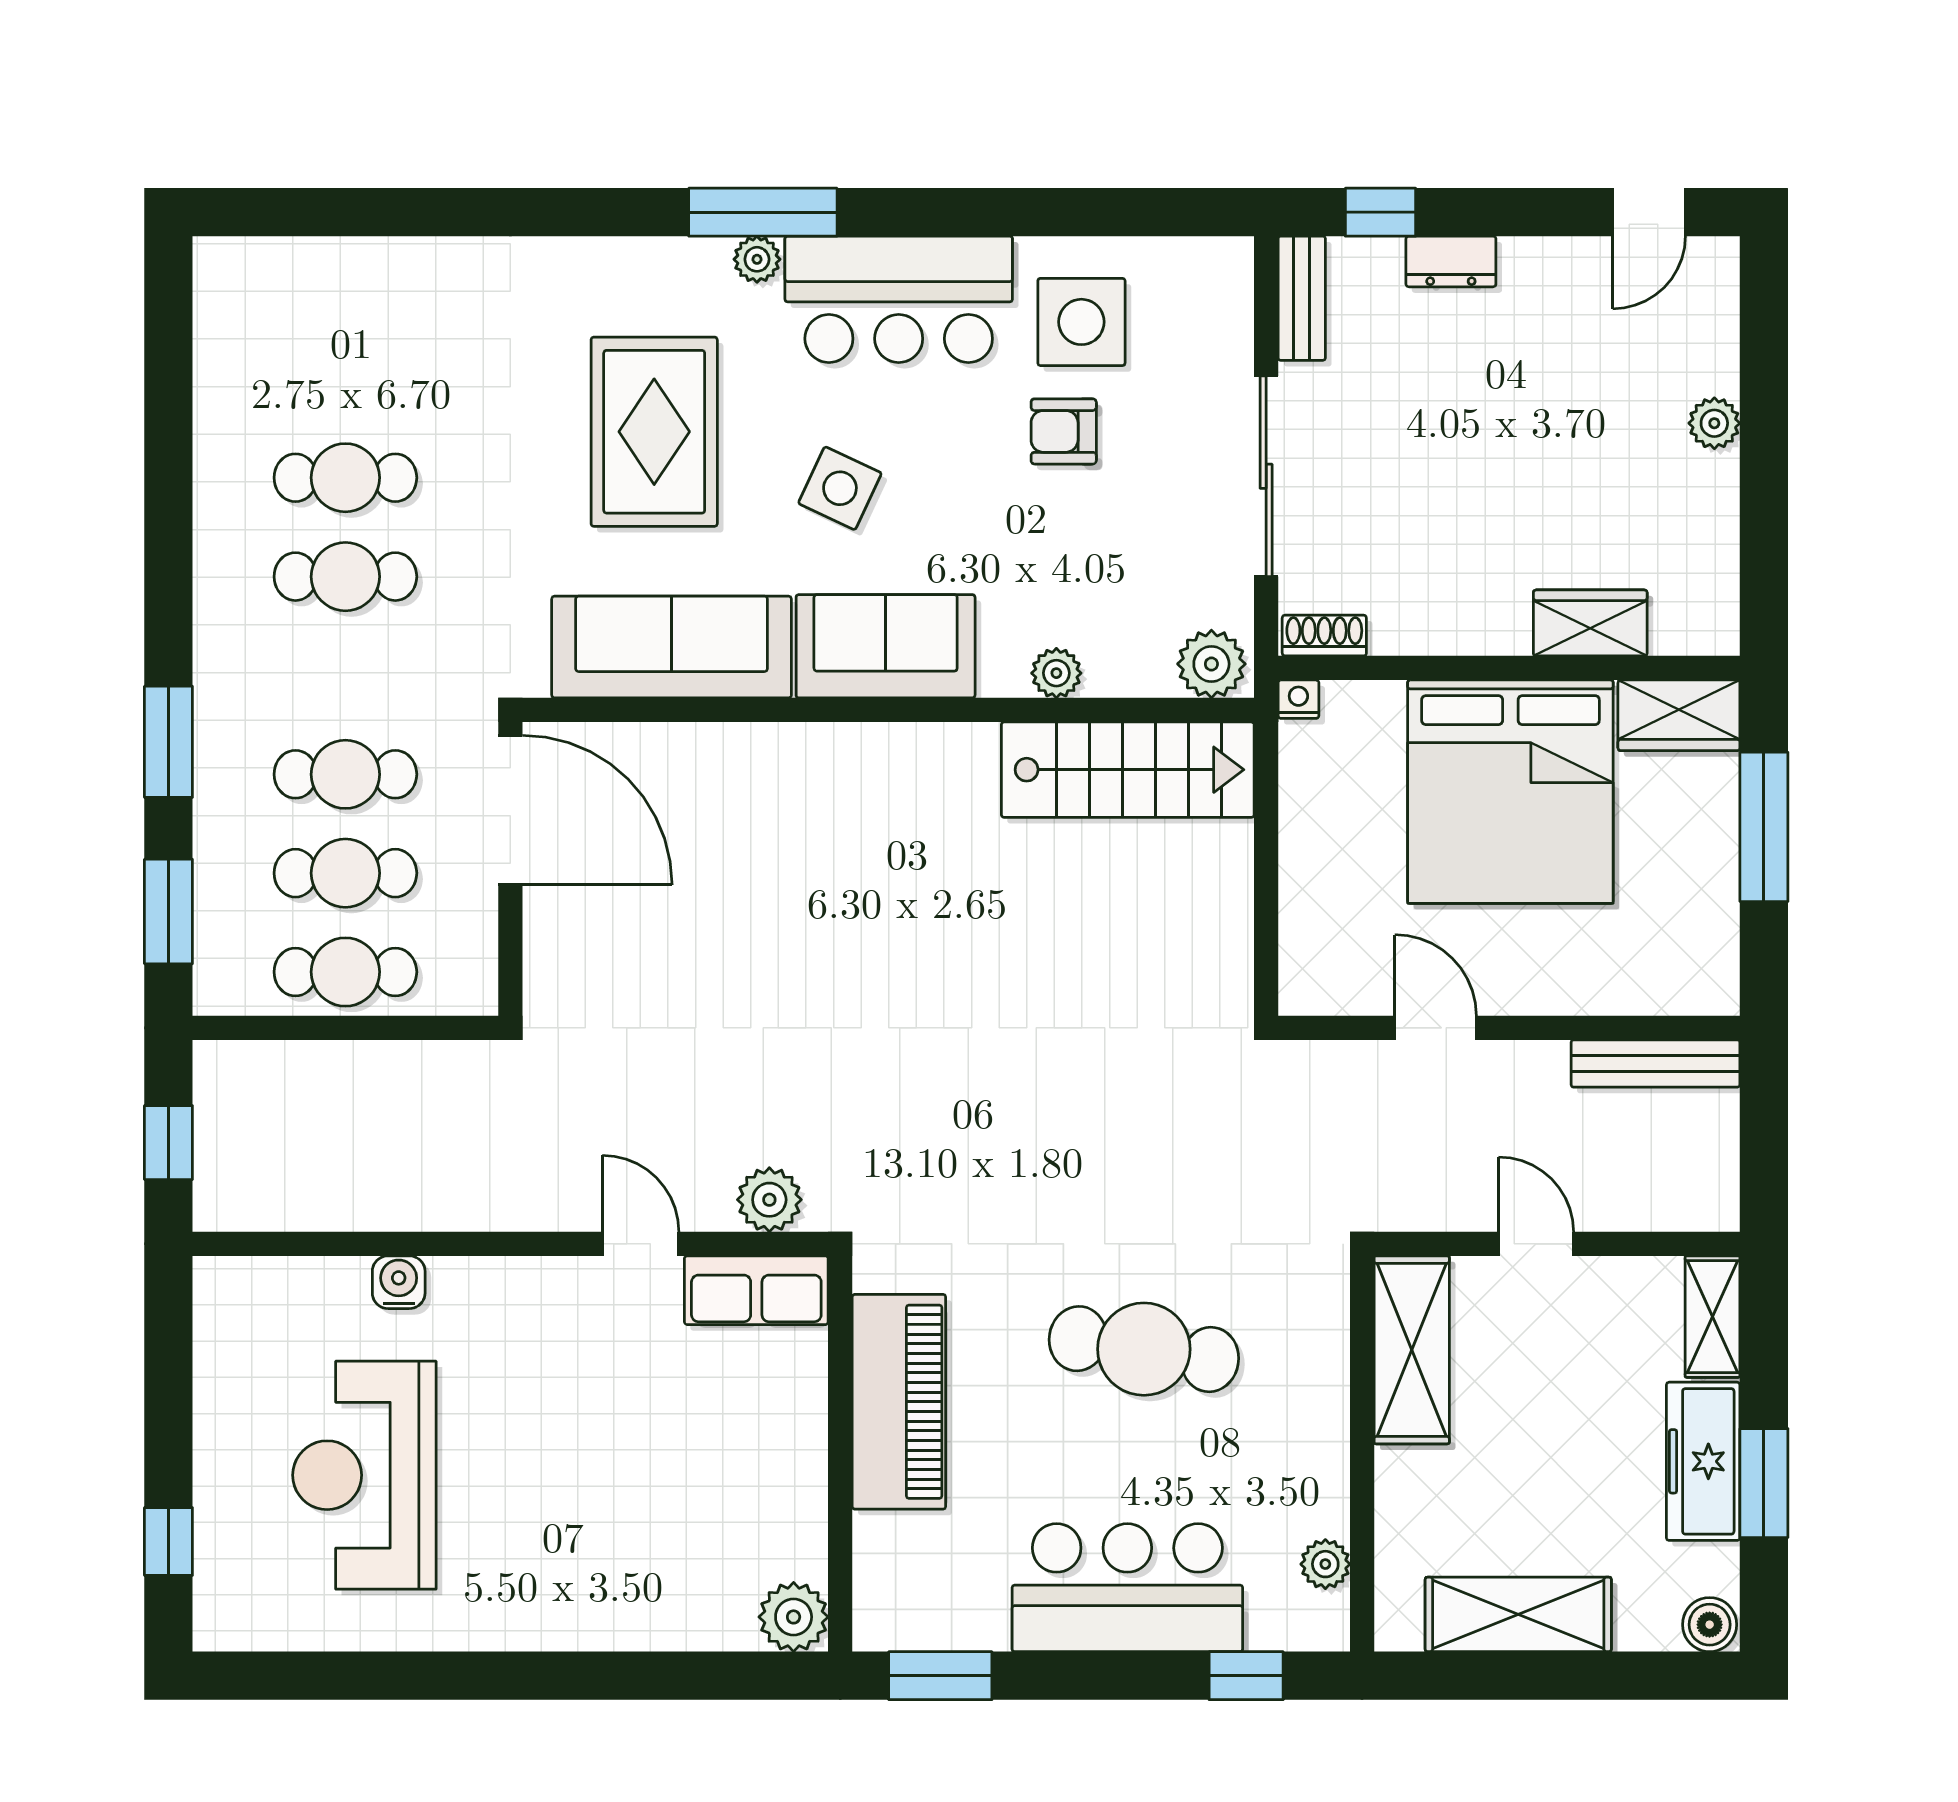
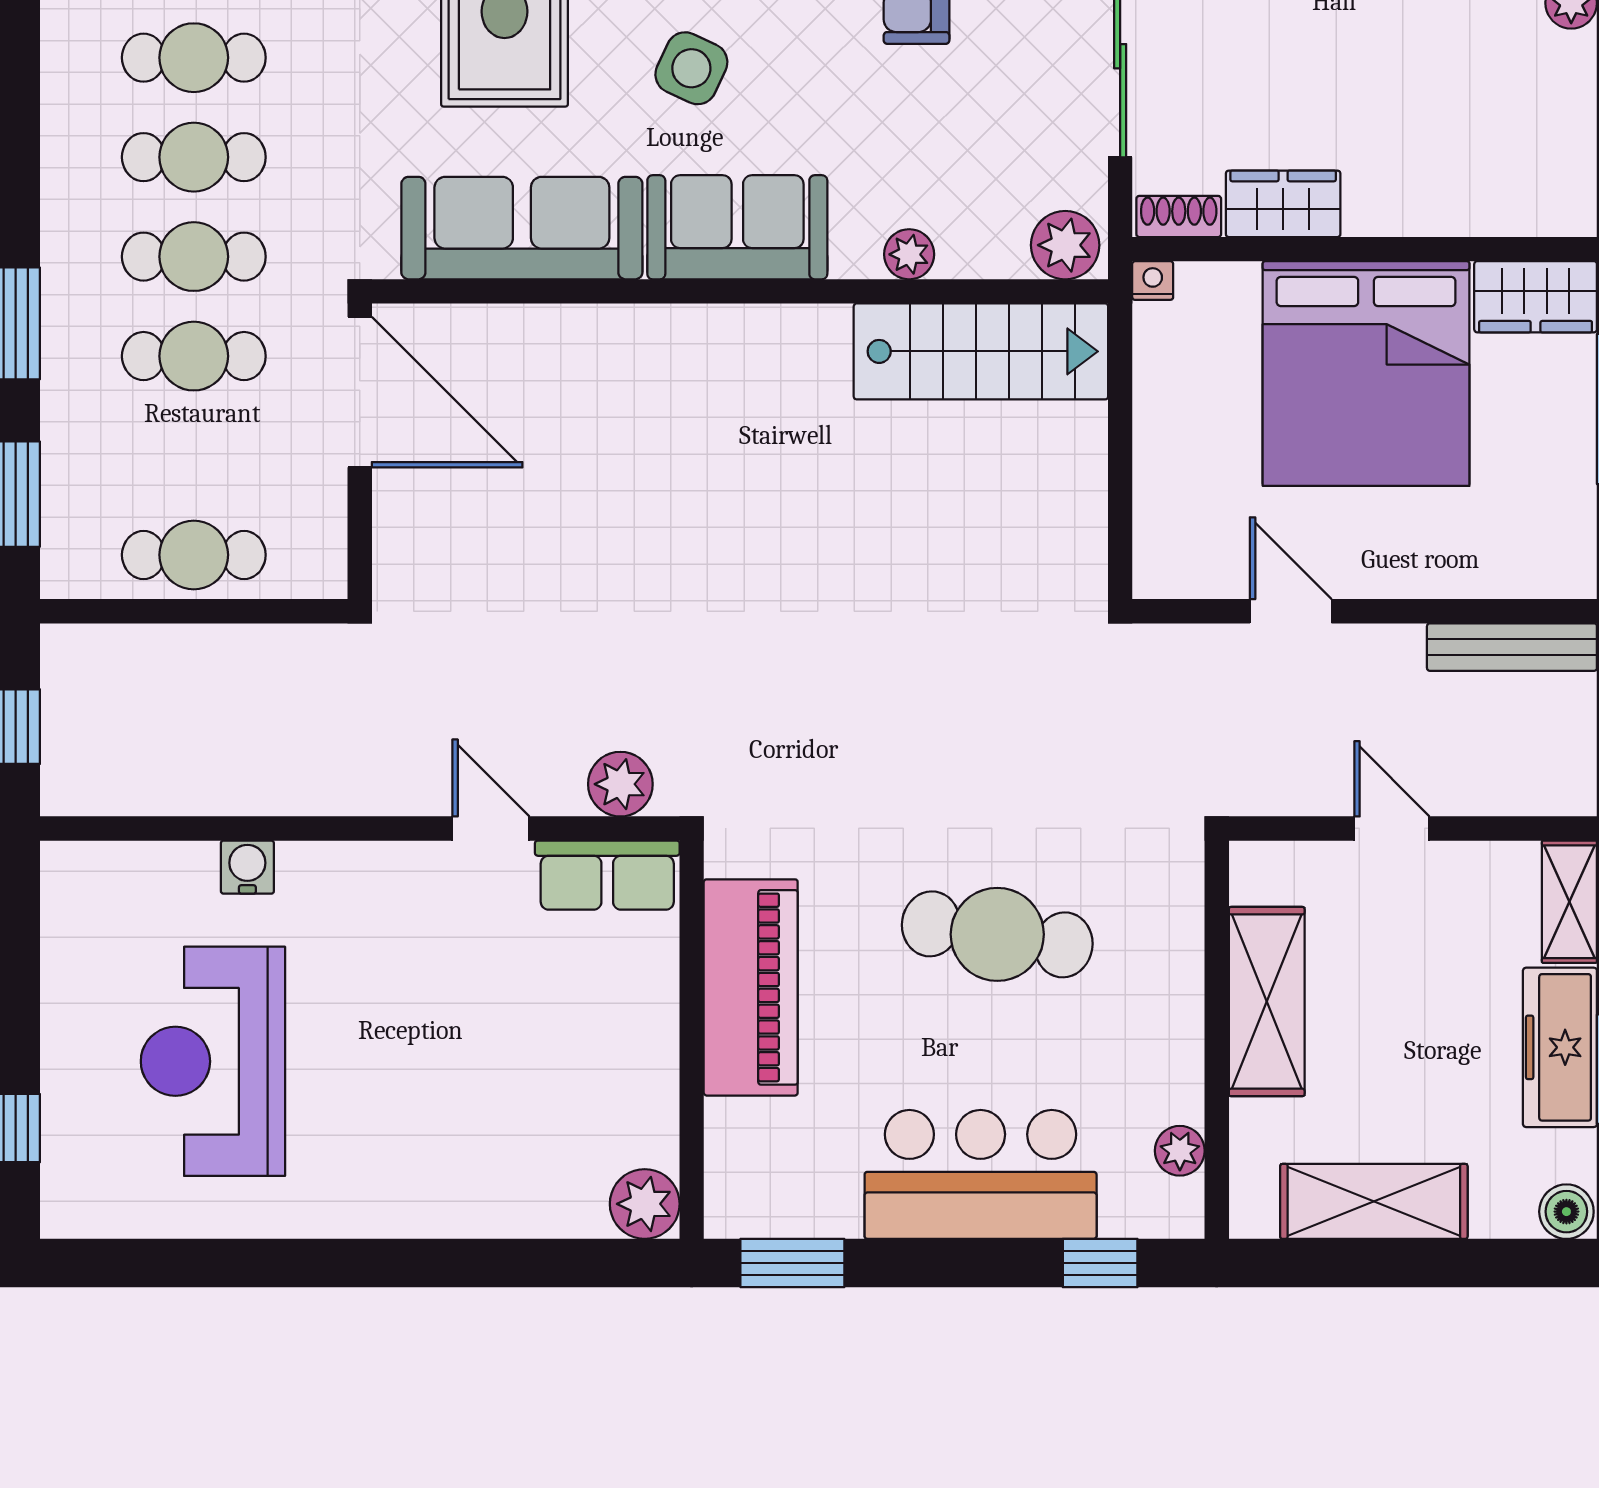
wardrobe: (1590, 623) -> (1283, 204), moved
cafe table: (345, 873) -> (194, 257), moved
shelving: (1412, 1350) -> (1267, 1002), moved

